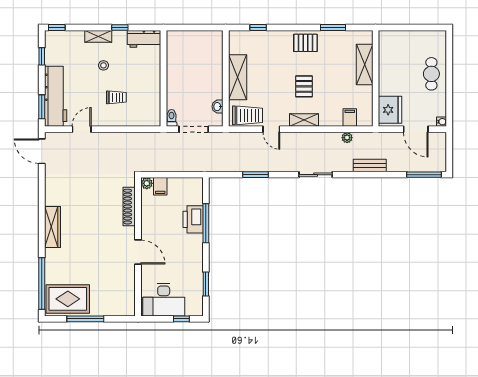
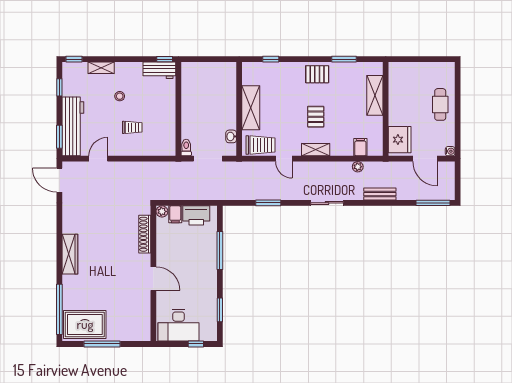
window: (120, 27) -> (165, 59), moved
shelving: (98, 36) -> (101, 68), moved
printer: (193, 219) -> (196, 215), moved, turned -90

